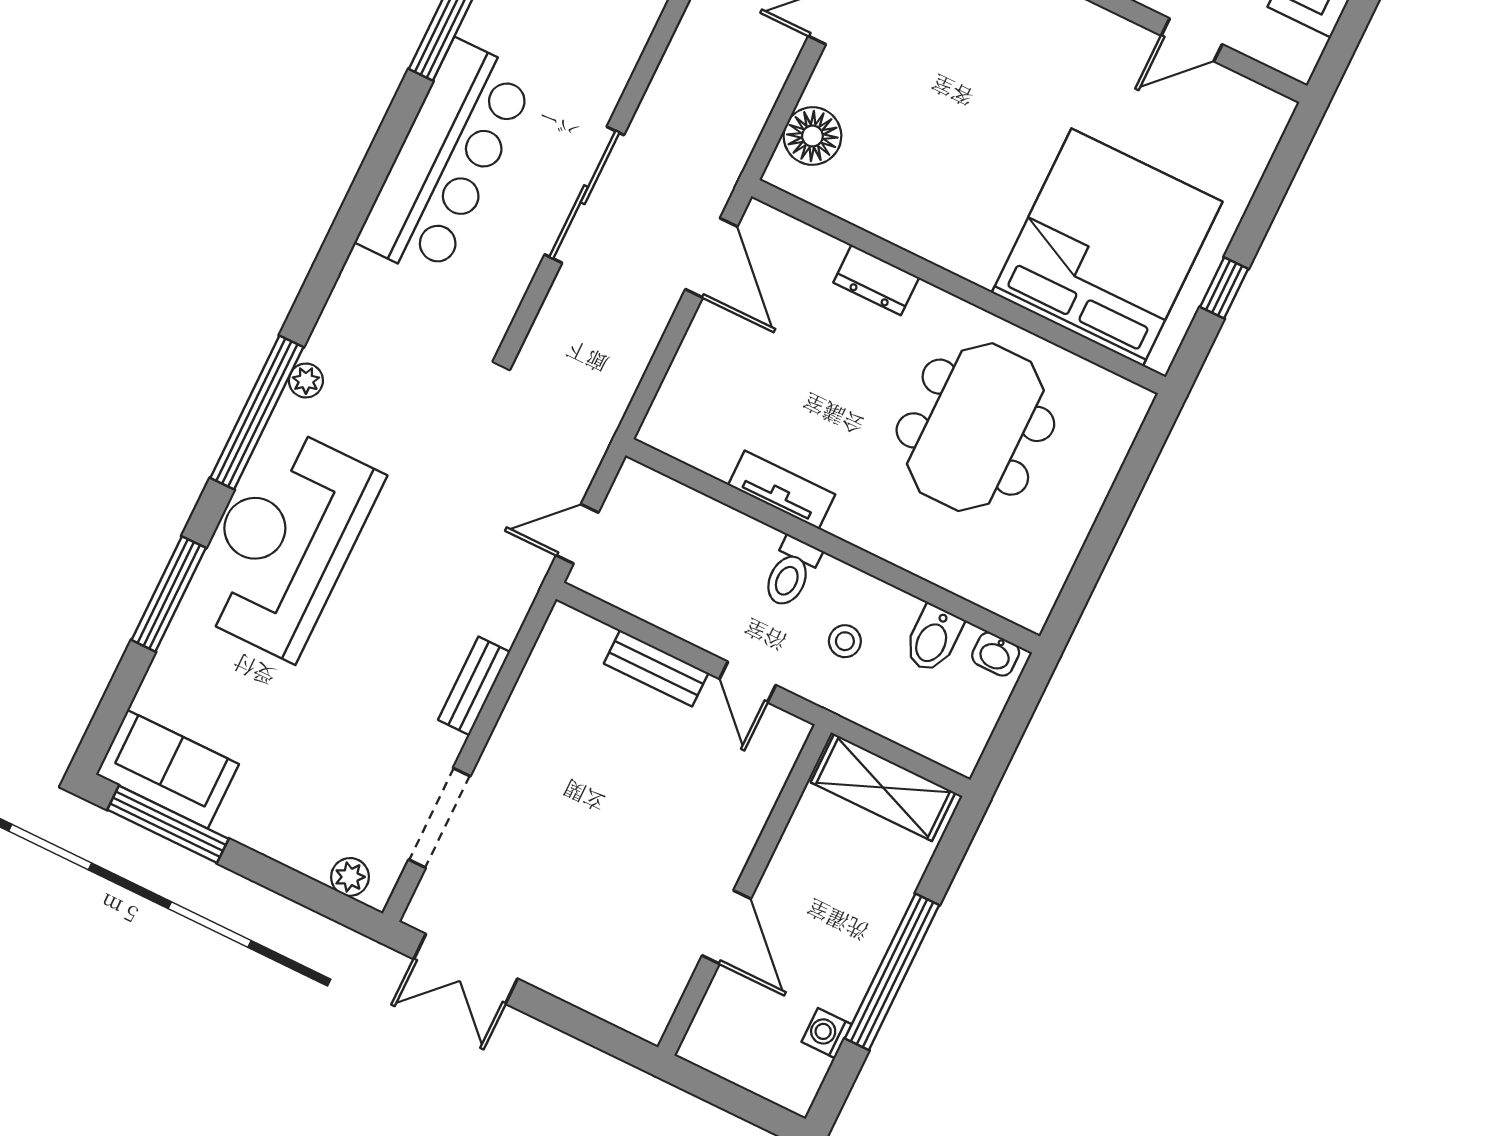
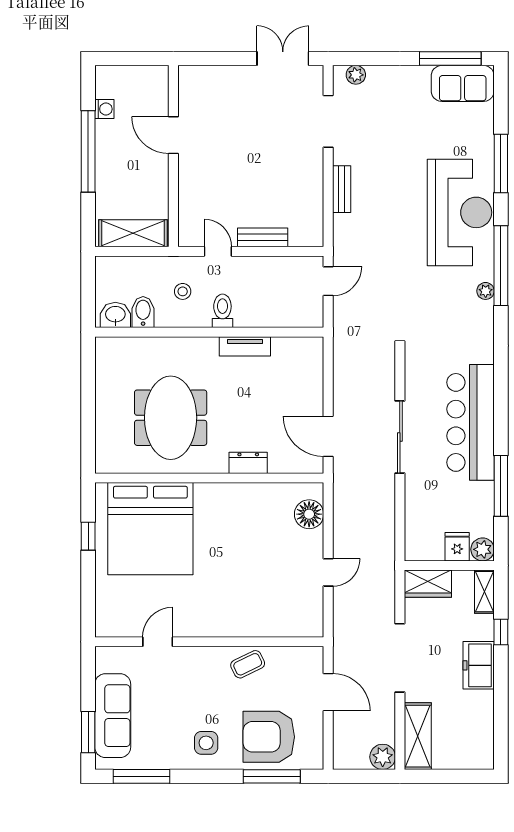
washbasin: (996, 654) -> (115, 315), width x1.38, depth x1.45

